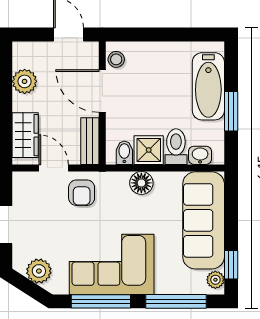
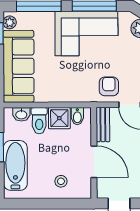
stool: (116, 59) -> (61, 181), moved
floor lamp: (141, 183) -> (65, 94), removed

